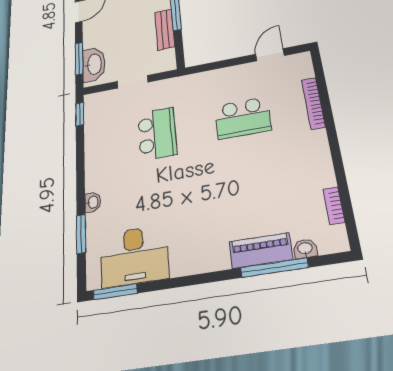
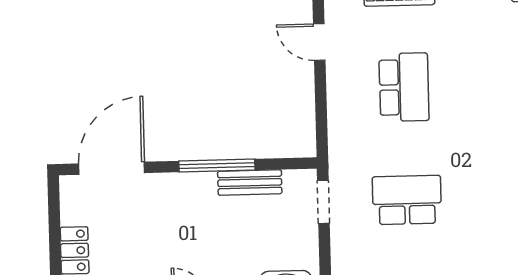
doorway: (133, 82) -> (323, 202), moved

